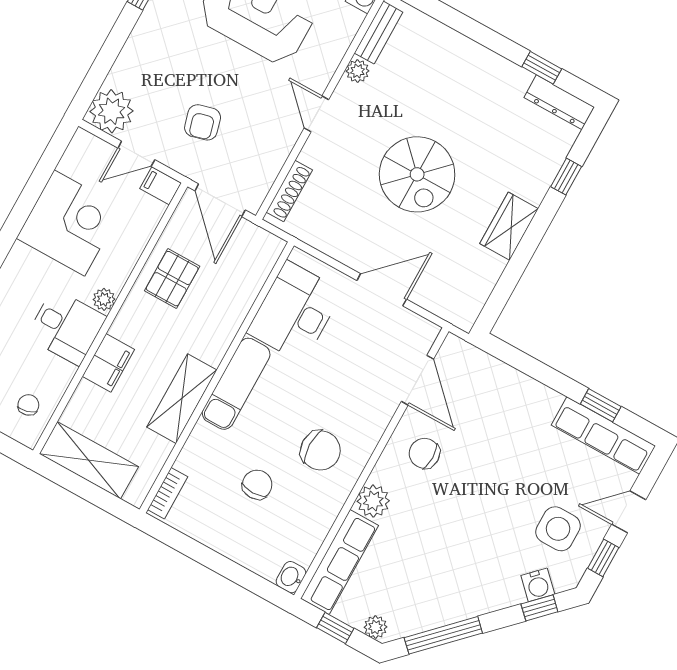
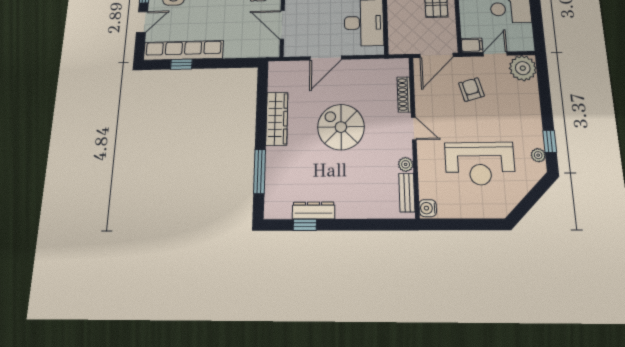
dresser: (559, 102) -> (314, 211), moved
window: (566, 177) -> (260, 171), width x2.17
shoe rack: (289, 191) -> (404, 94), moved
door: (220, 200) -> (436, 55), swing flipped
wardrobe: (509, 226) -> (277, 119), width x1.50
row of seats: (603, 435) -> (183, 50), width x1.36

